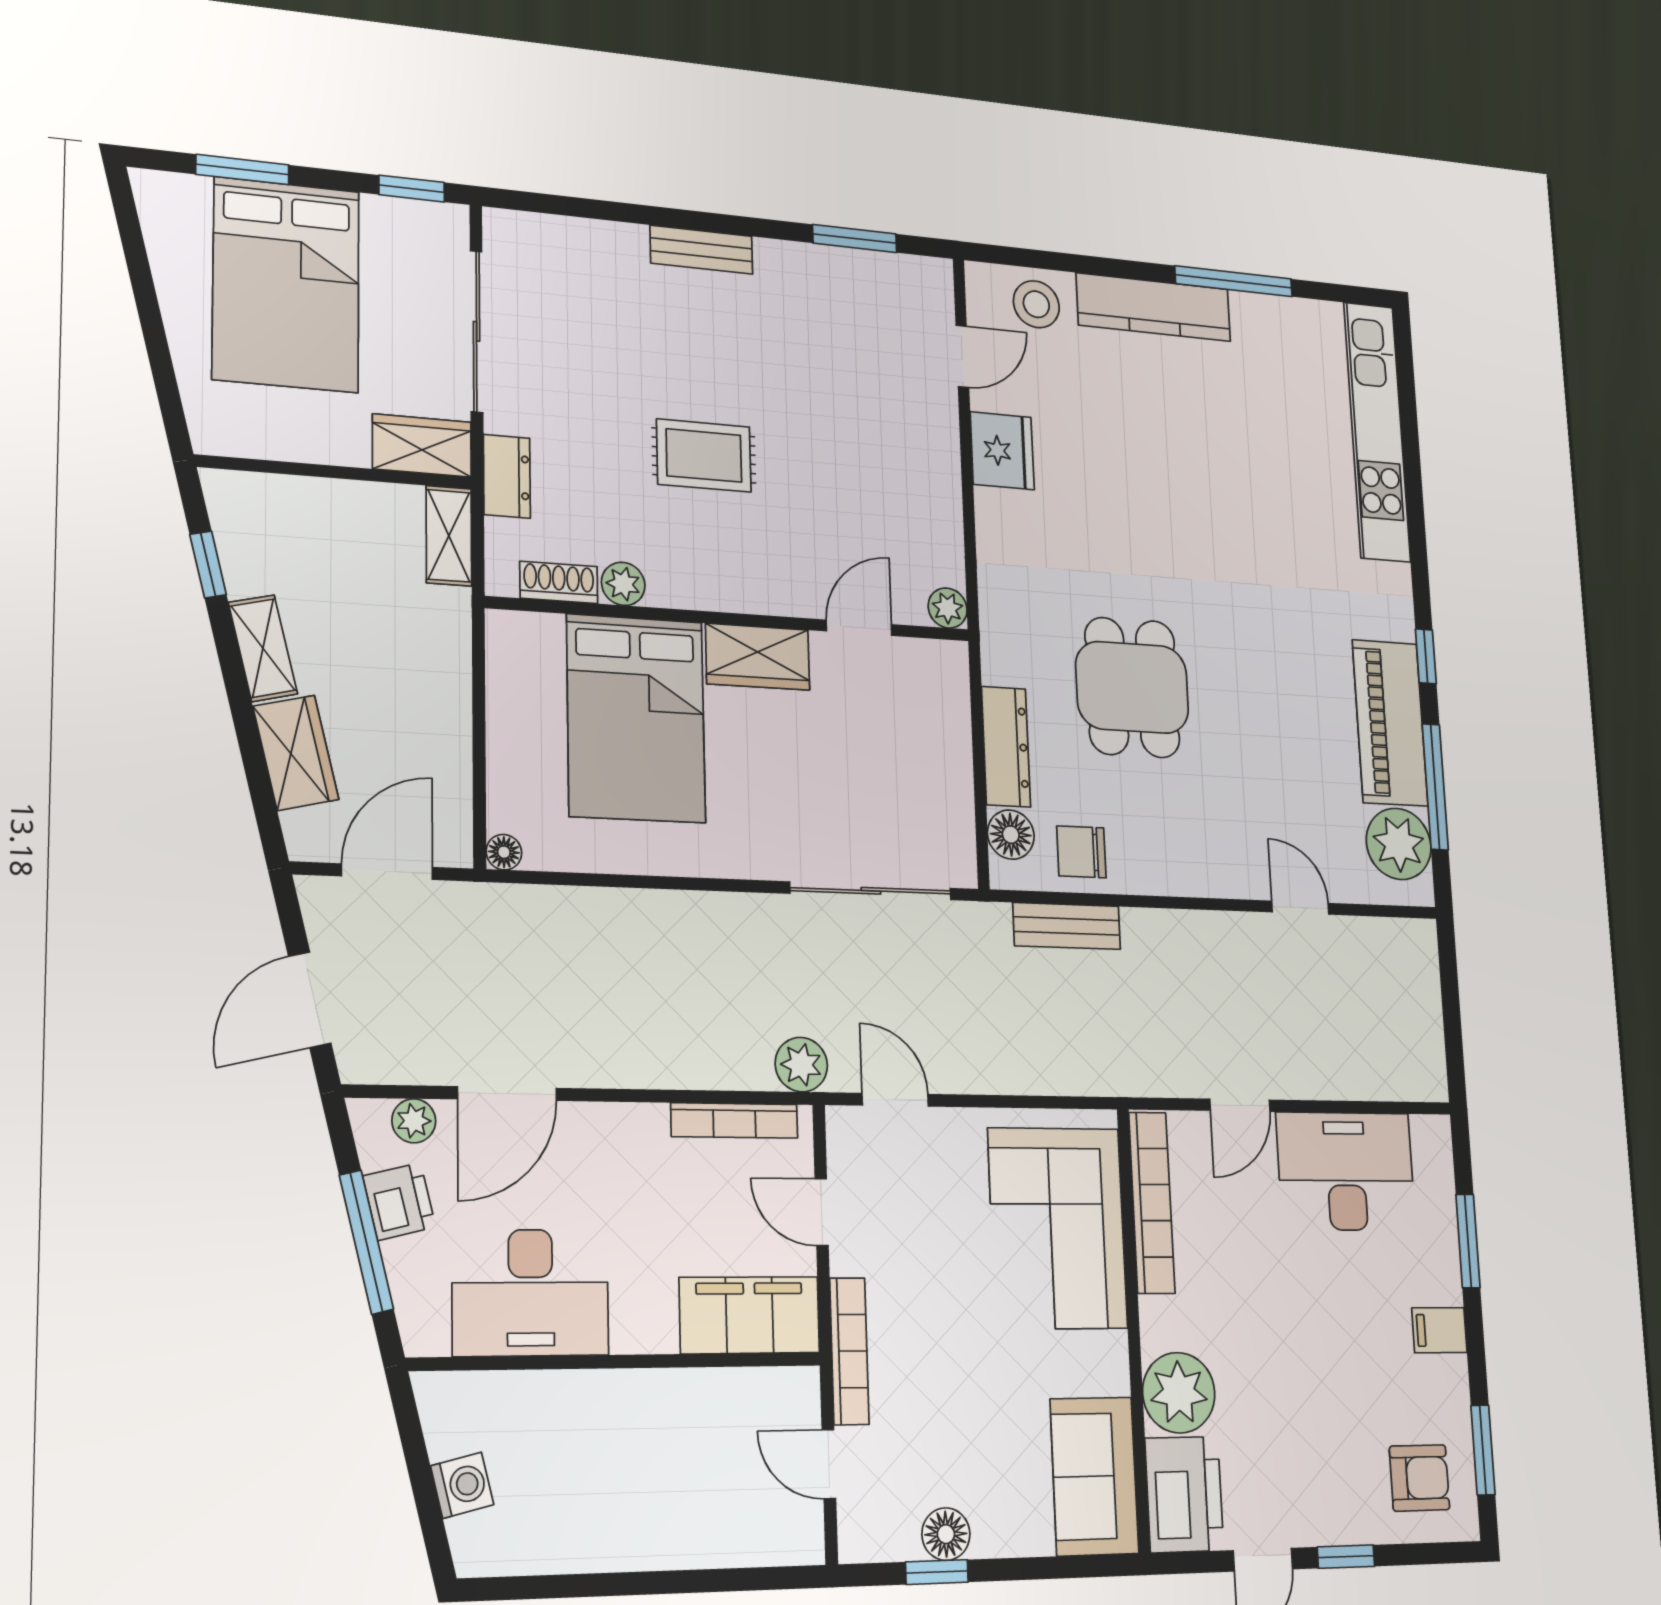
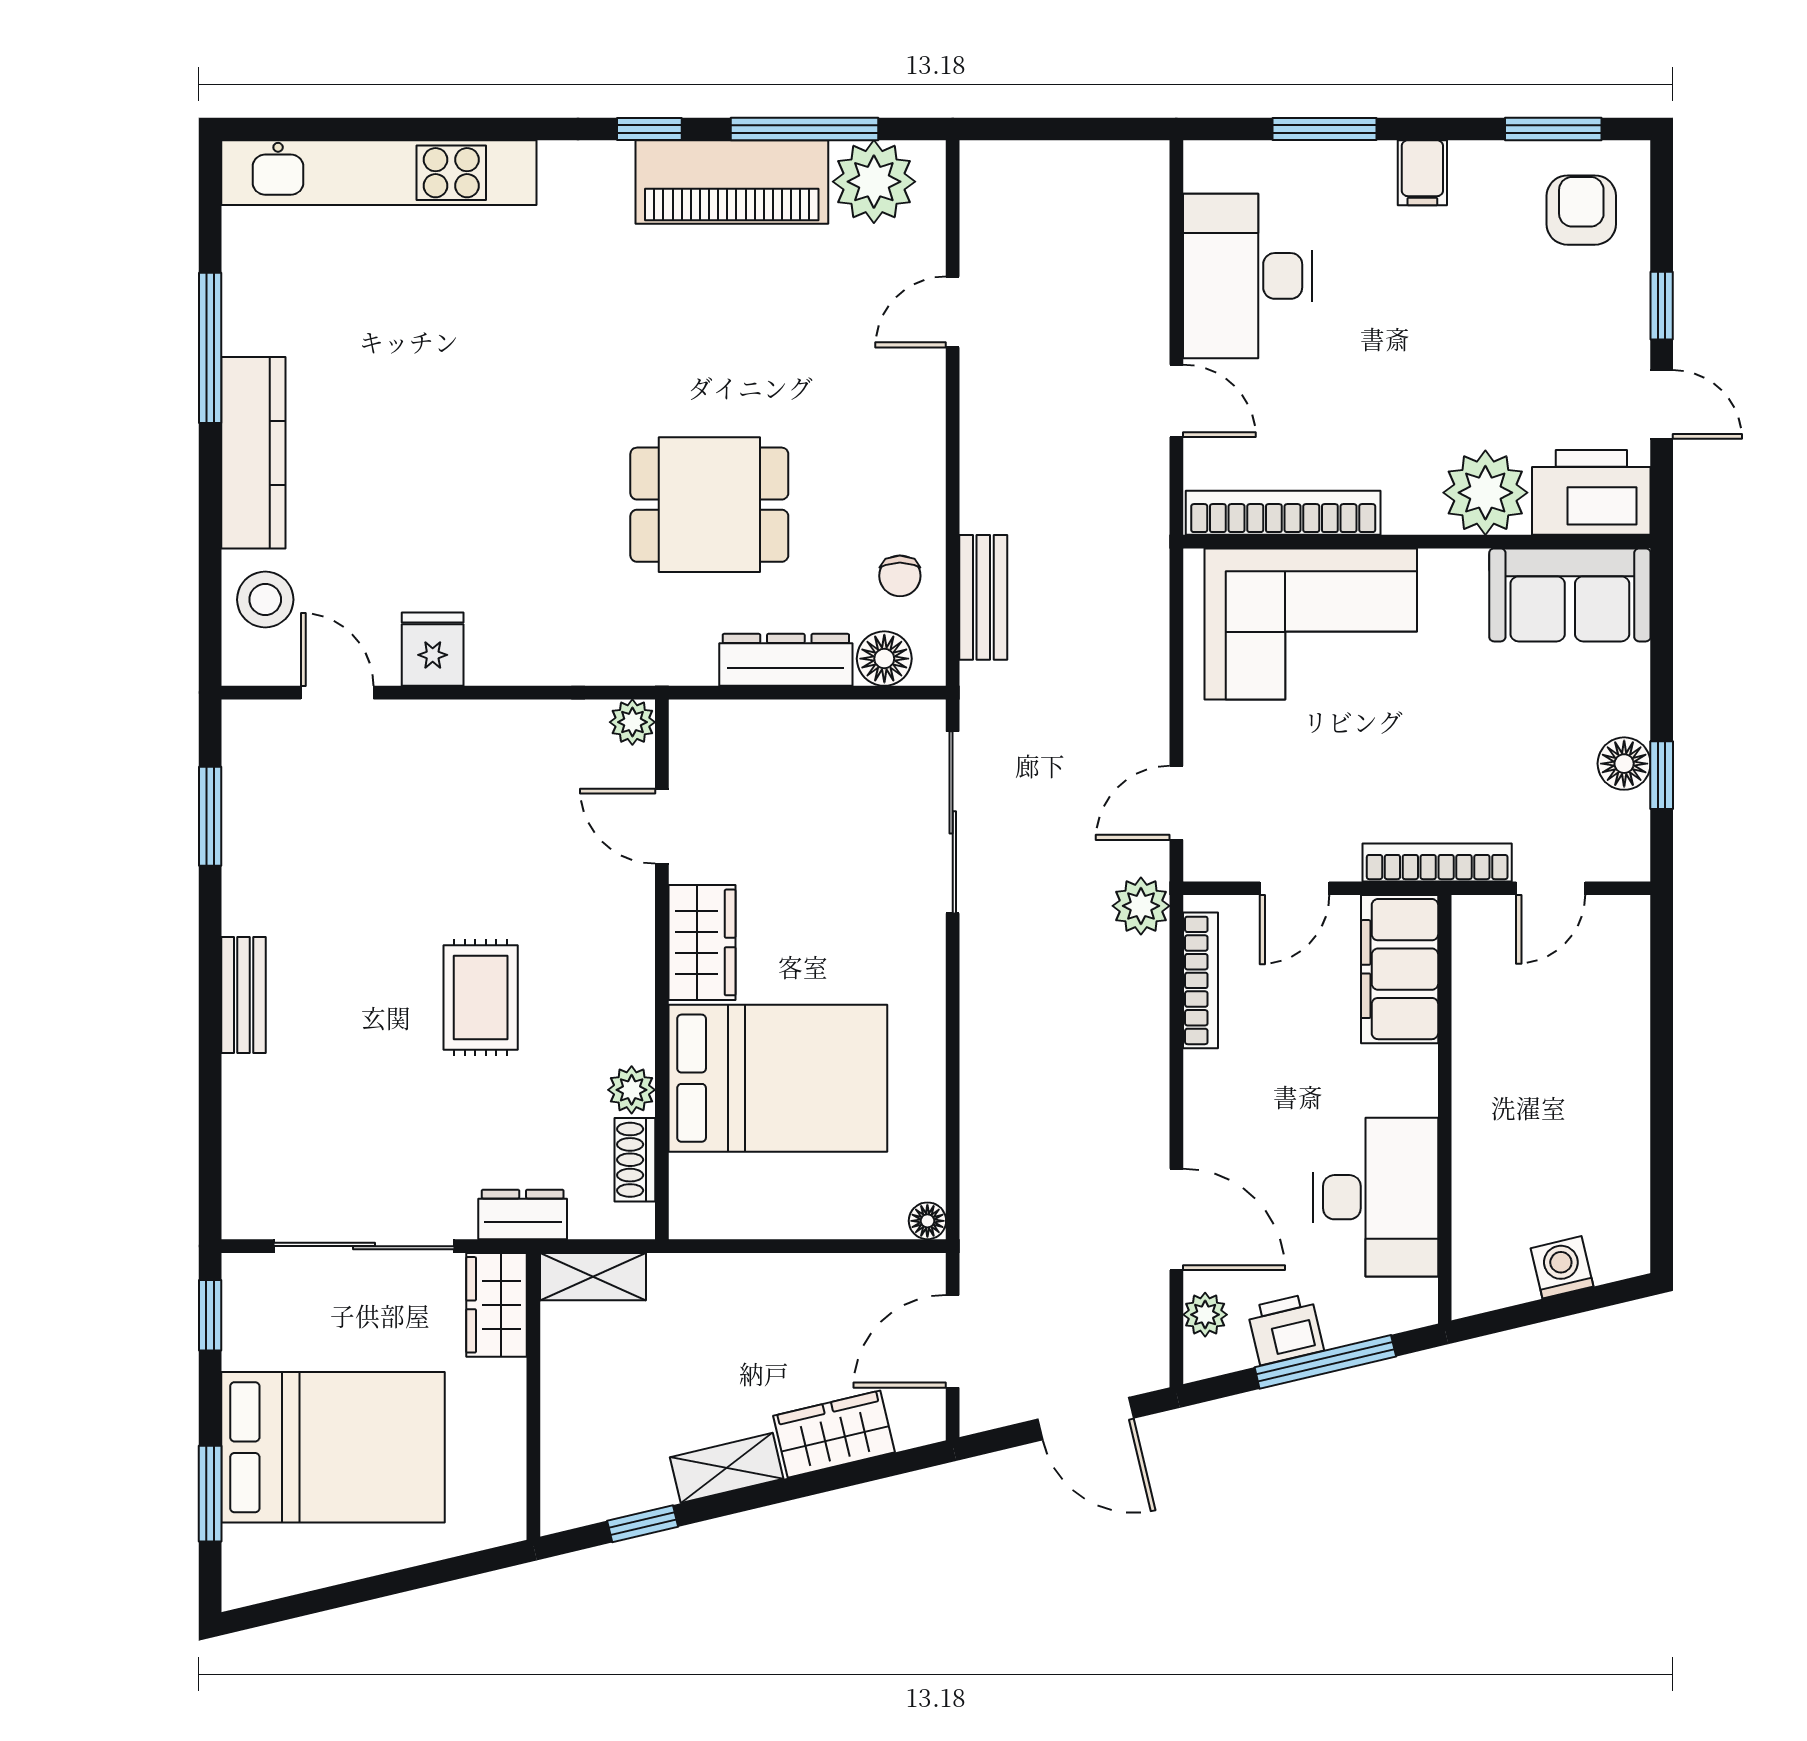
fridge: (1002, 451) -> (433, 649), width x0.72
chair: (1081, 852) -> (900, 576), width x0.73, depth x0.73
door: (387, 872) -> (953, 1341), hinge flipped

